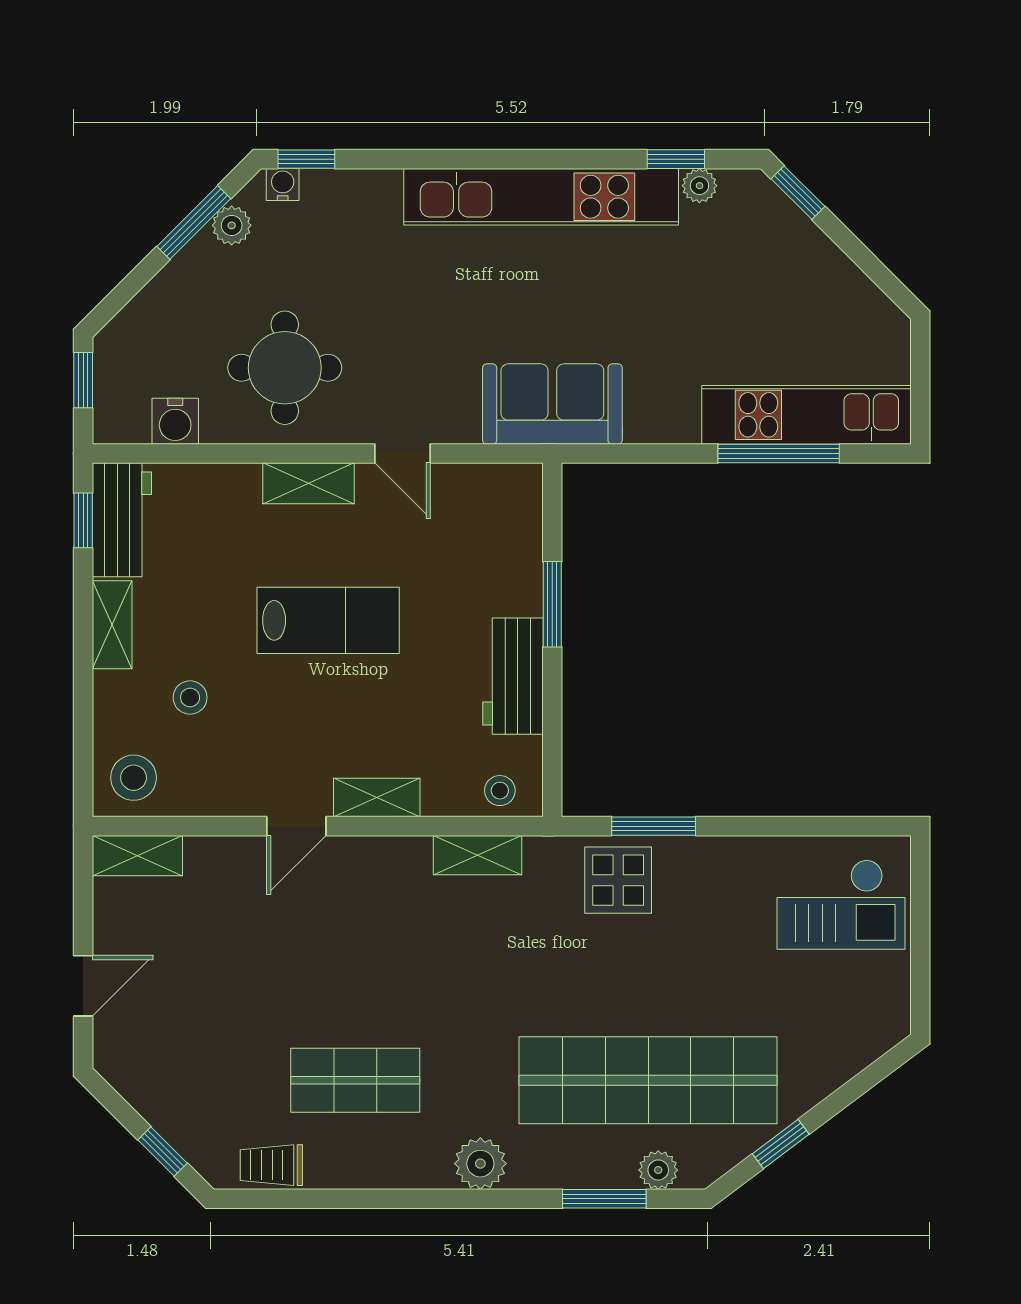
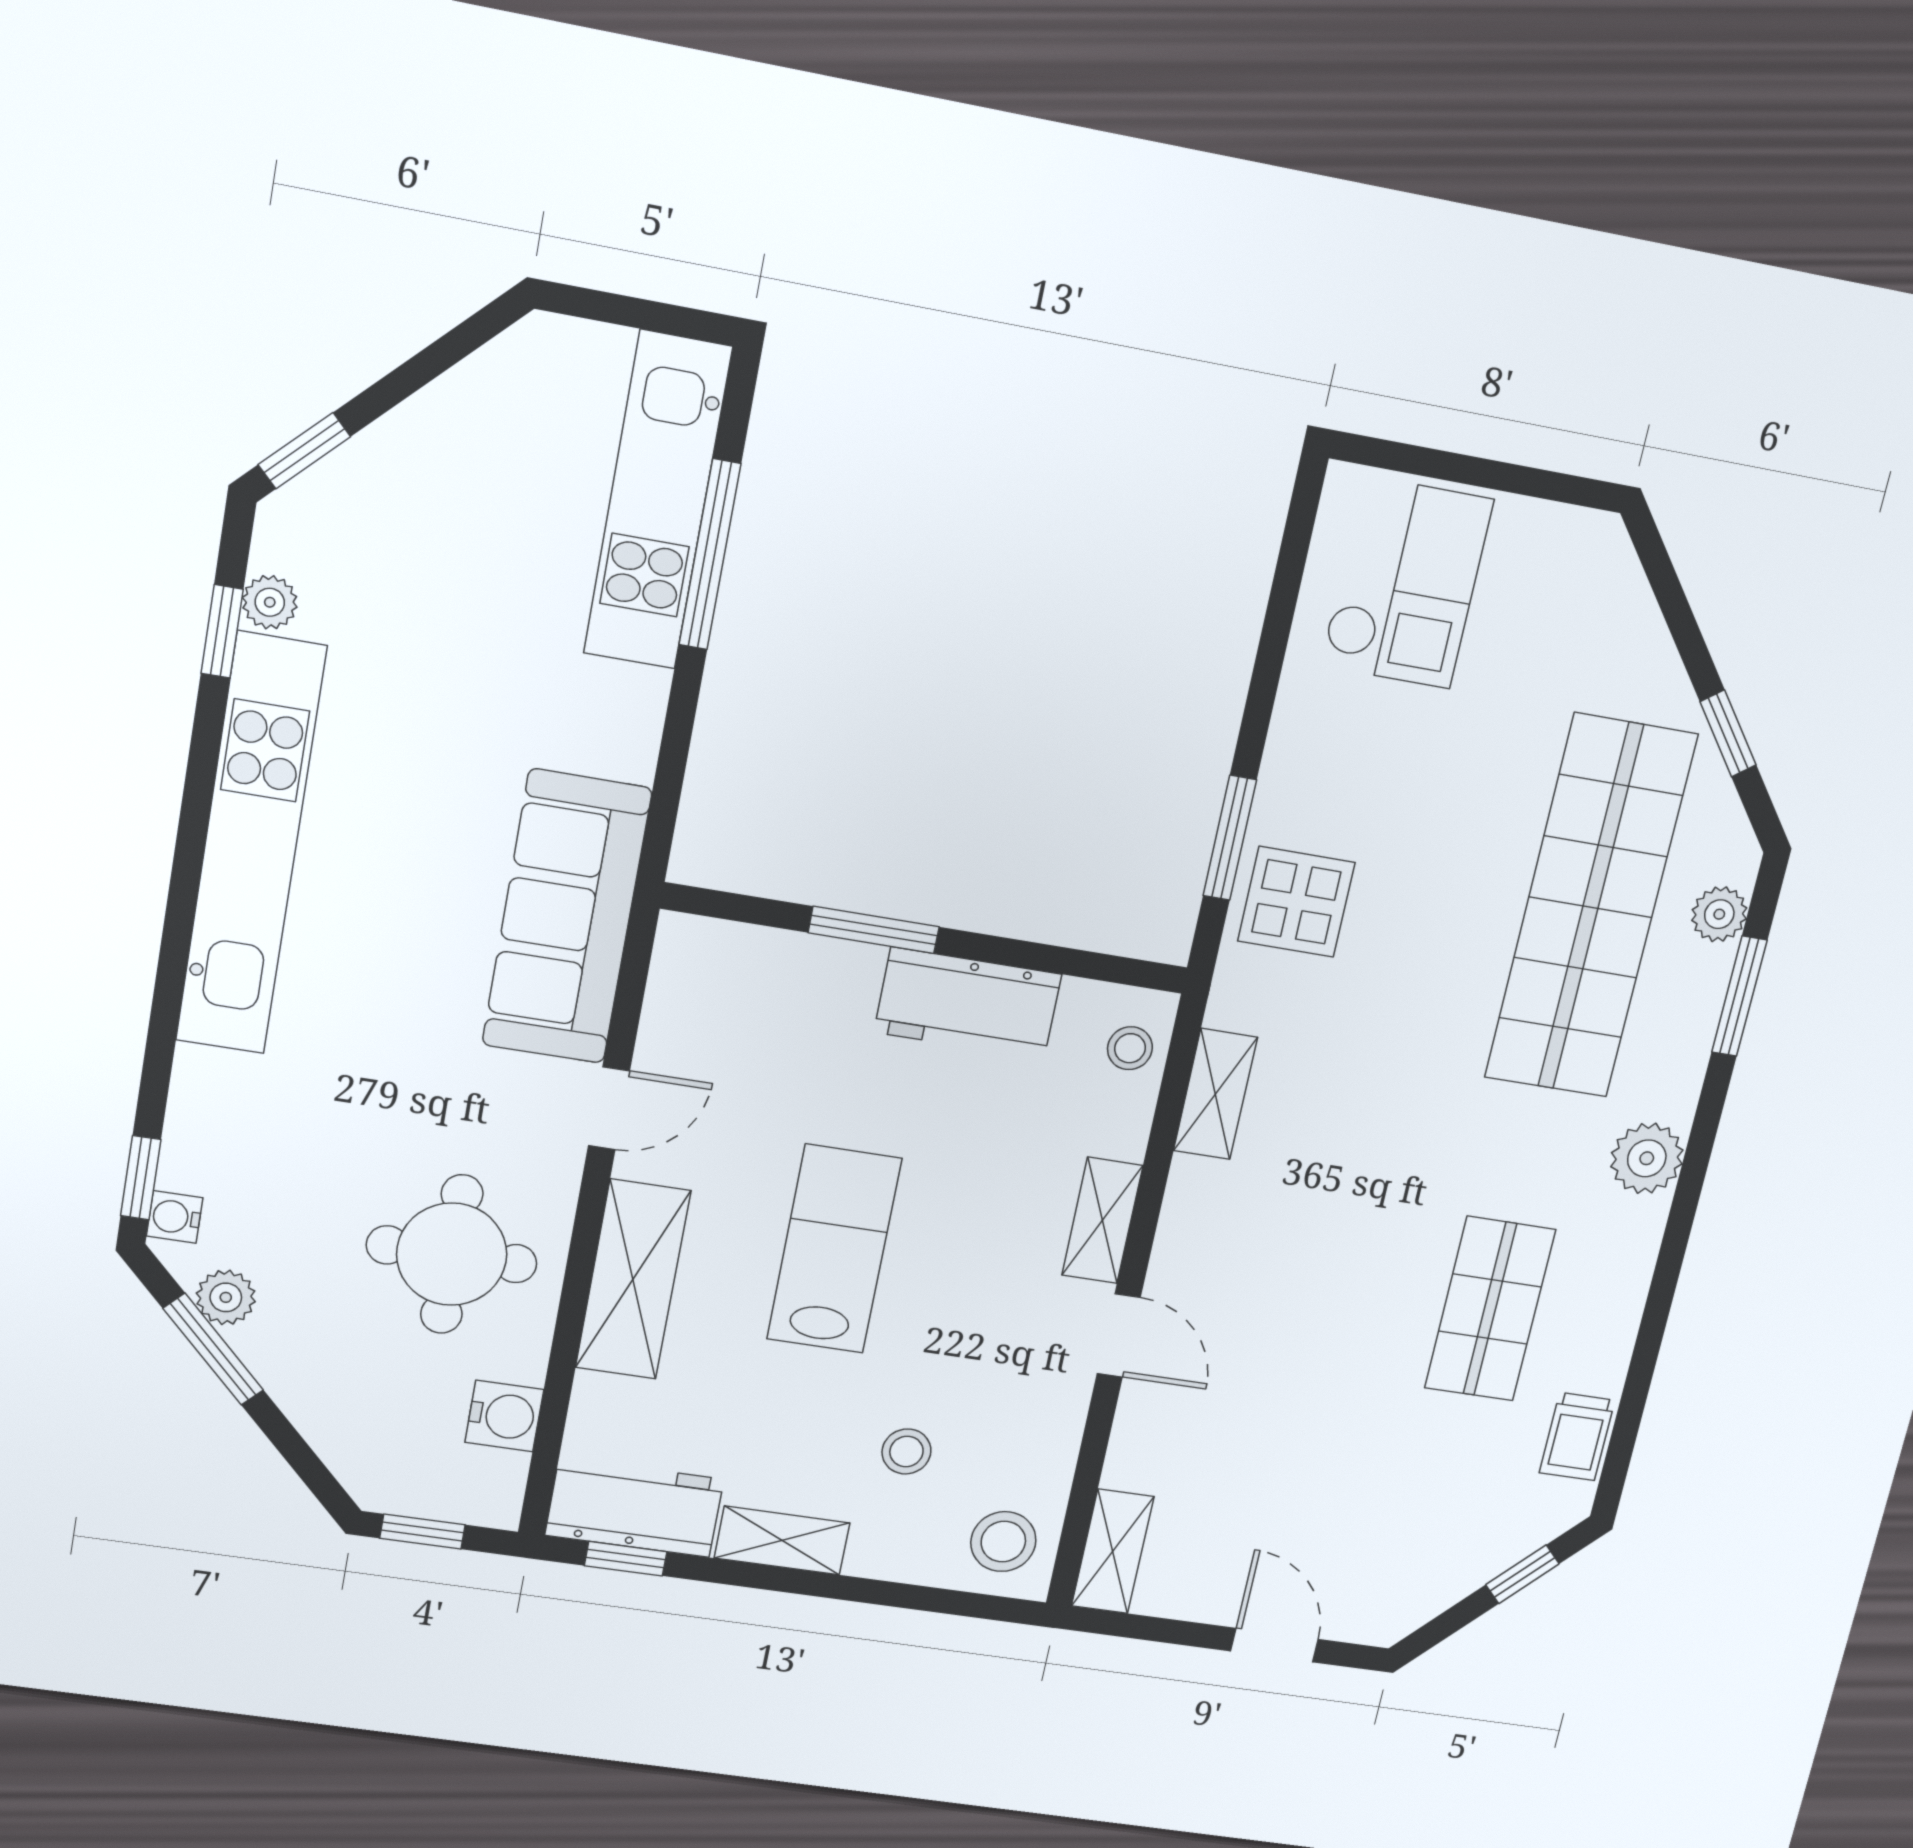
sofa: (552, 404) -> (567, 917), width x1.36
shelving: (308, 483) -> (633, 1279), width x1.50, depth x1.33

